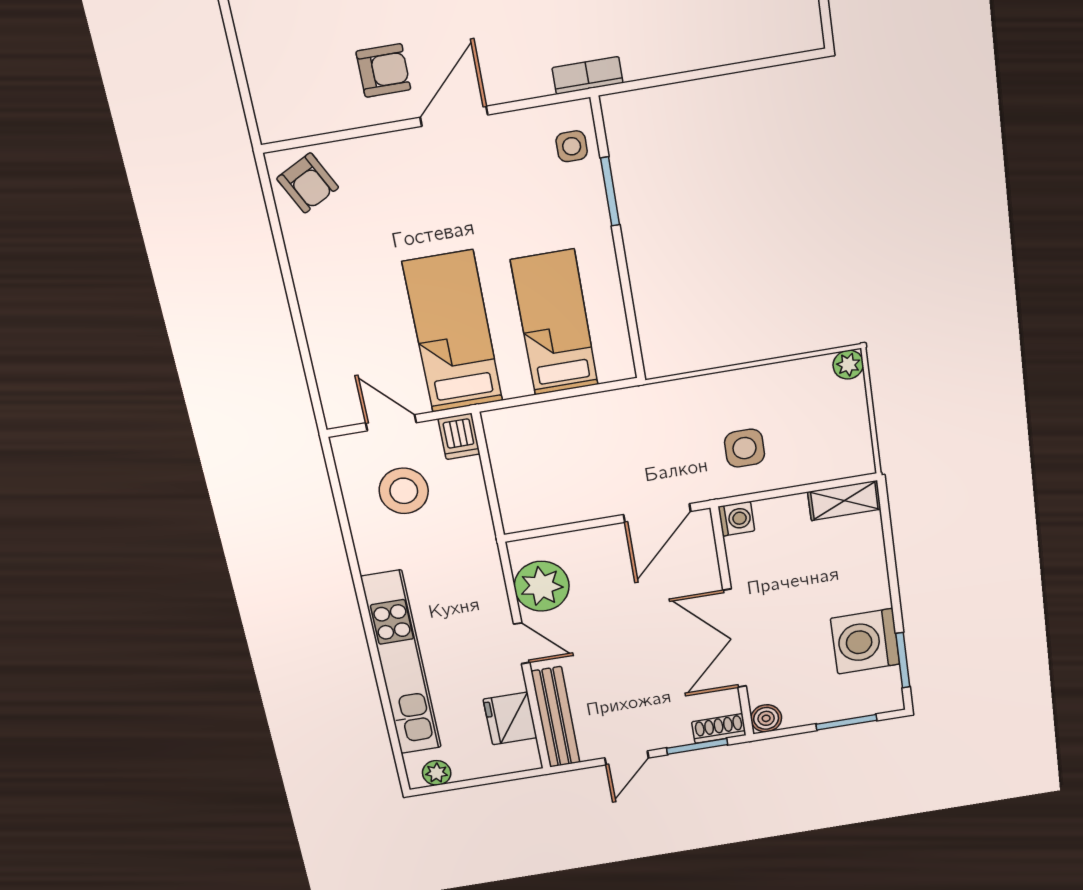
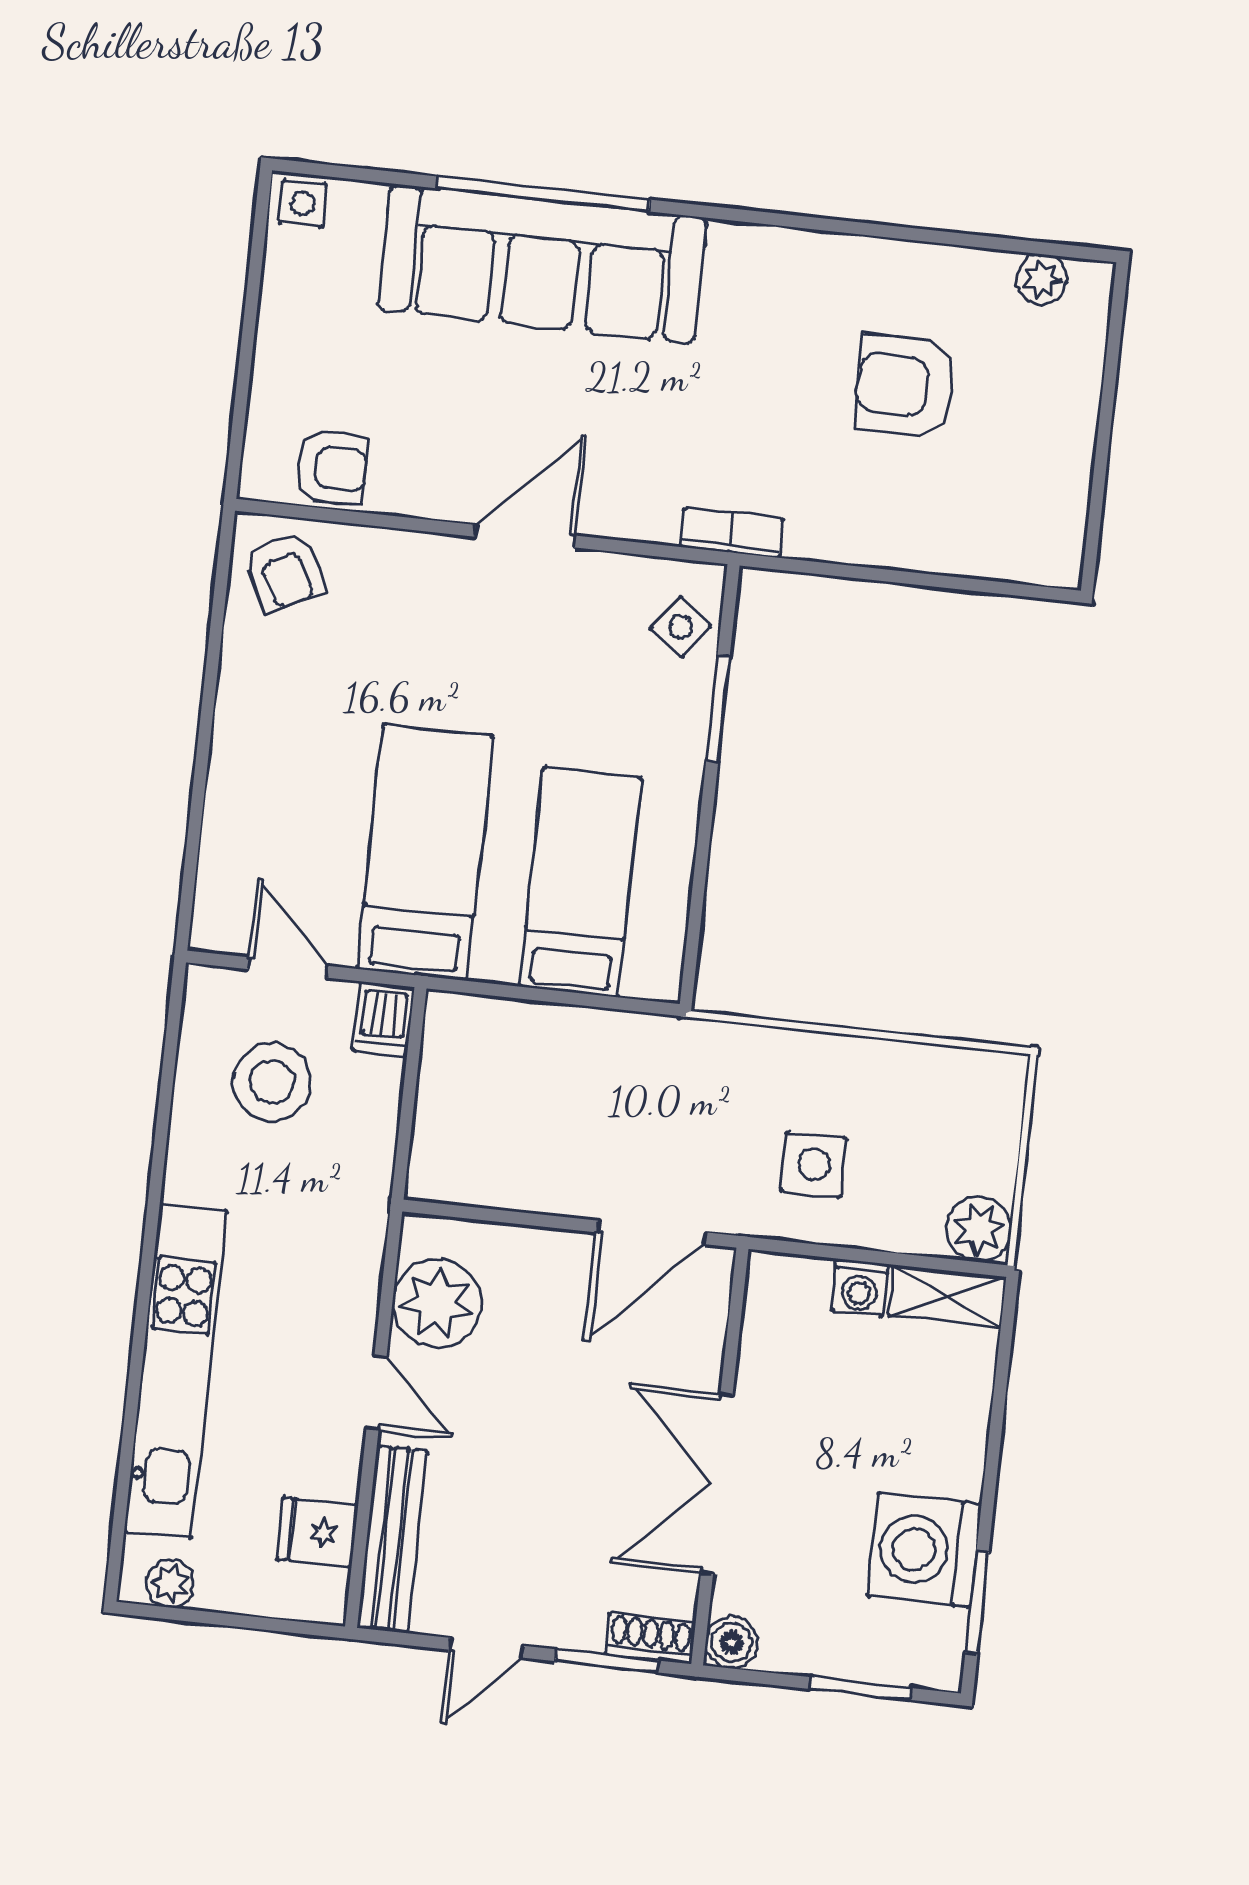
armchair: (383, 70) -> (331, 468), moved
side table: (572, 146) -> (681, 627), turned 37
plant: (848, 365) -> (979, 1229), moved, width x1.38, depth x1.38
washing machine: (736, 519) -> (860, 1288), moved, turned 90
fridge: (510, 718) -> (317, 1532), width x0.72

